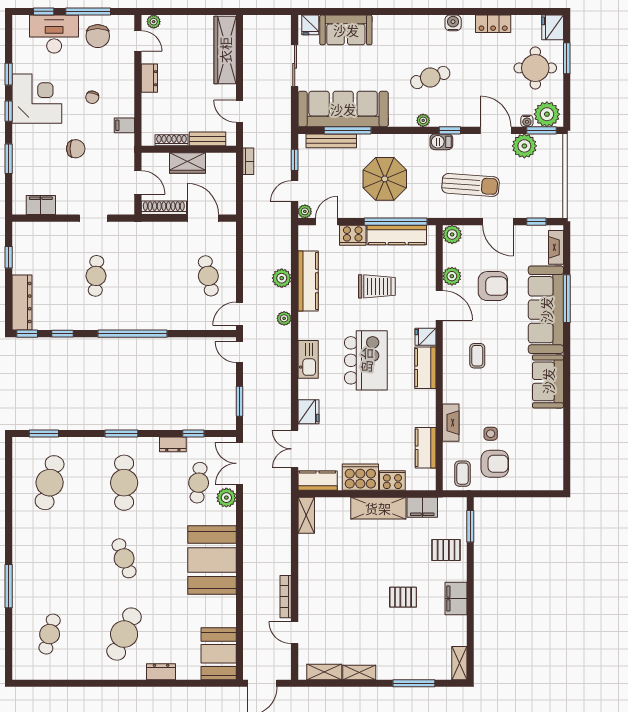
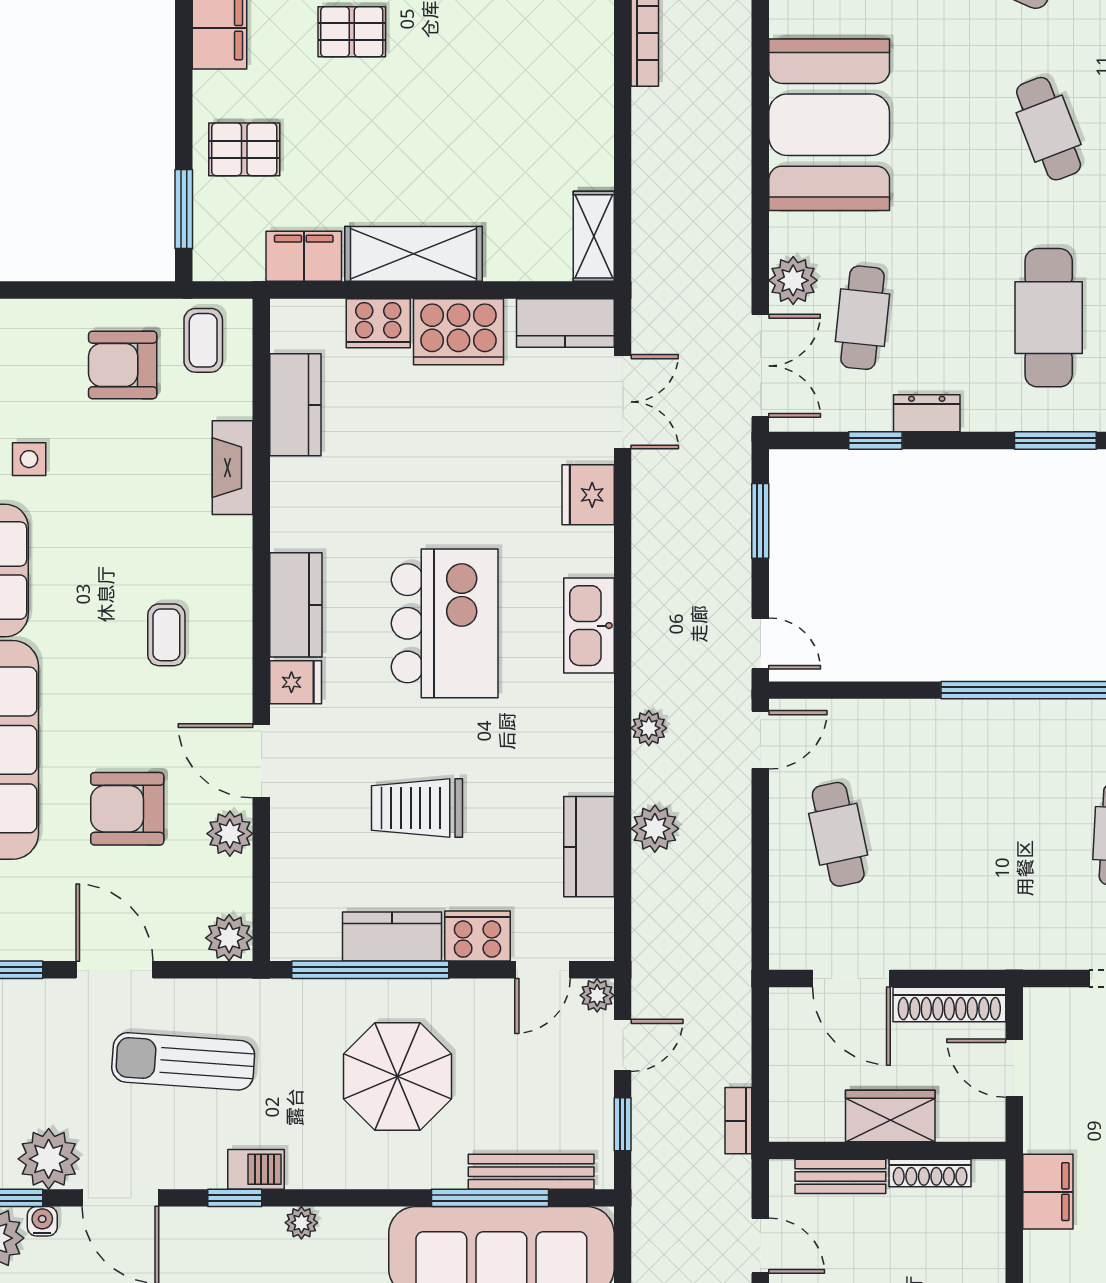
filing cabinet: (124, 125) -> (1048, 1192), width x2.00
kitchen counter: (397, 235) -> (392, 937), width x0.67
kitchen counter: (308, 281) -> (589, 847), width x0.67
kitchen island: (366, 360) -> (445, 623), turned 180
side table: (491, 434) -> (29, 459), moved

